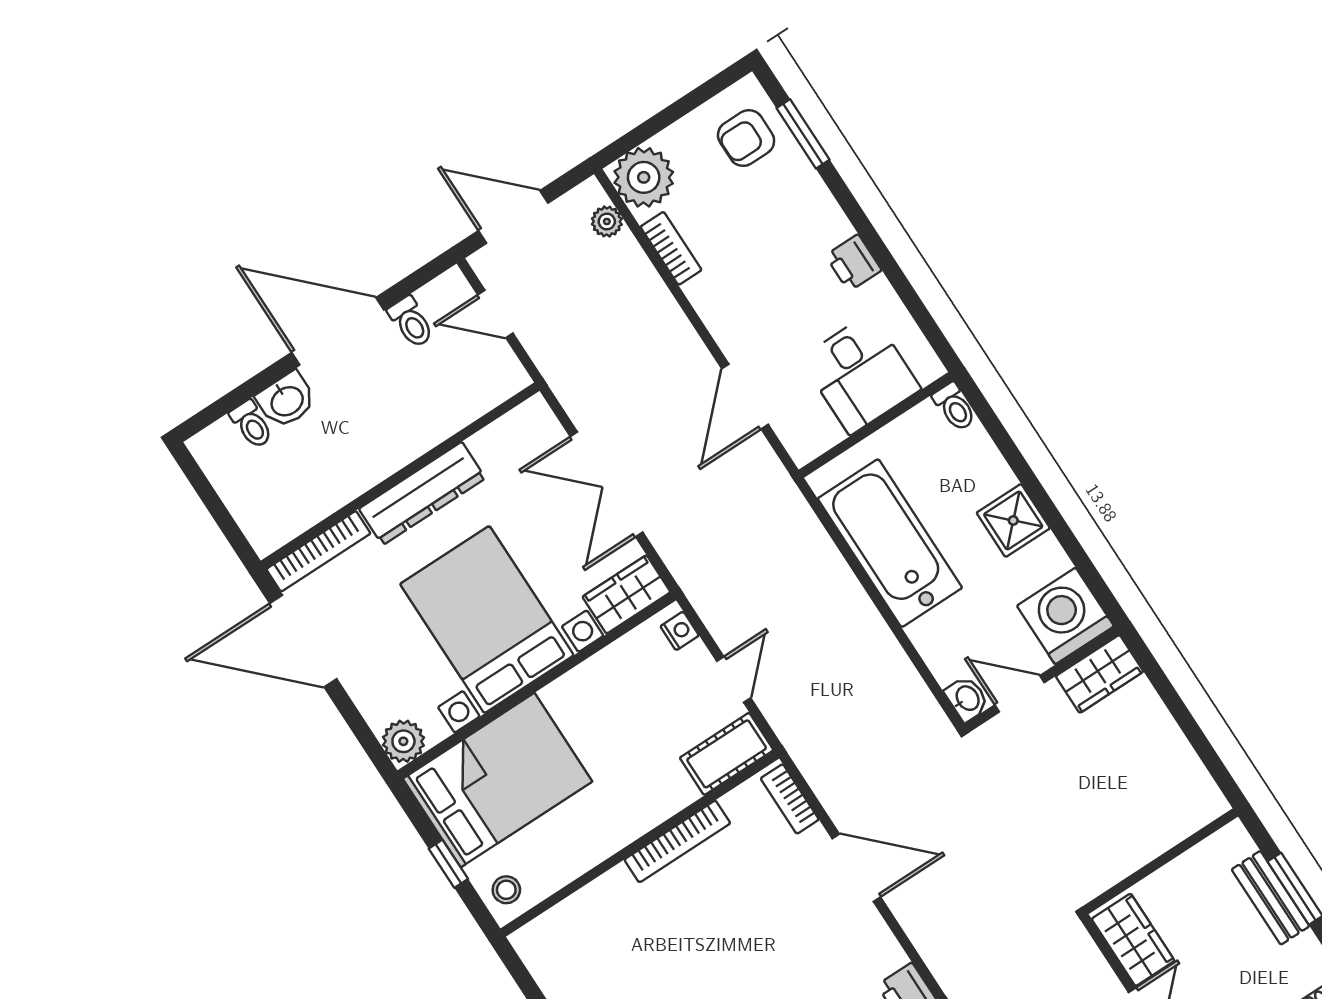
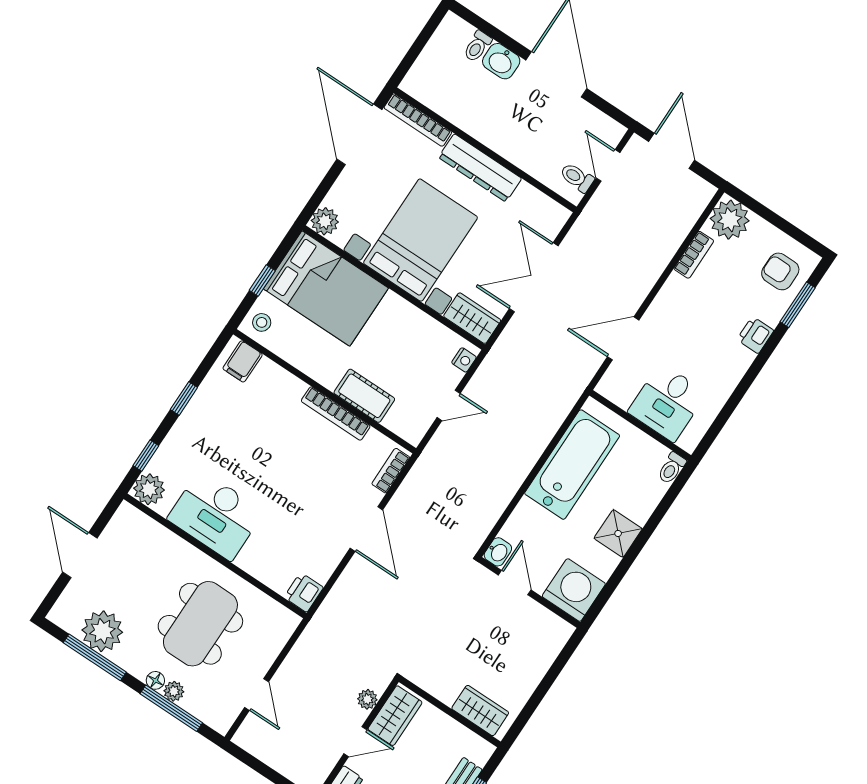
plant: (607, 221) -> (367, 699), moved
printer: (853, 263) -> (755, 335), moved
toilet: (411, 322) -> (577, 178), moved, turned 90
wardrobe: (1100, 674) -> (480, 711), moved, turned 180
cot: (727, 754) -> (364, 396), moved
filing cabinet: (549, 940) -> (243, 361), added

